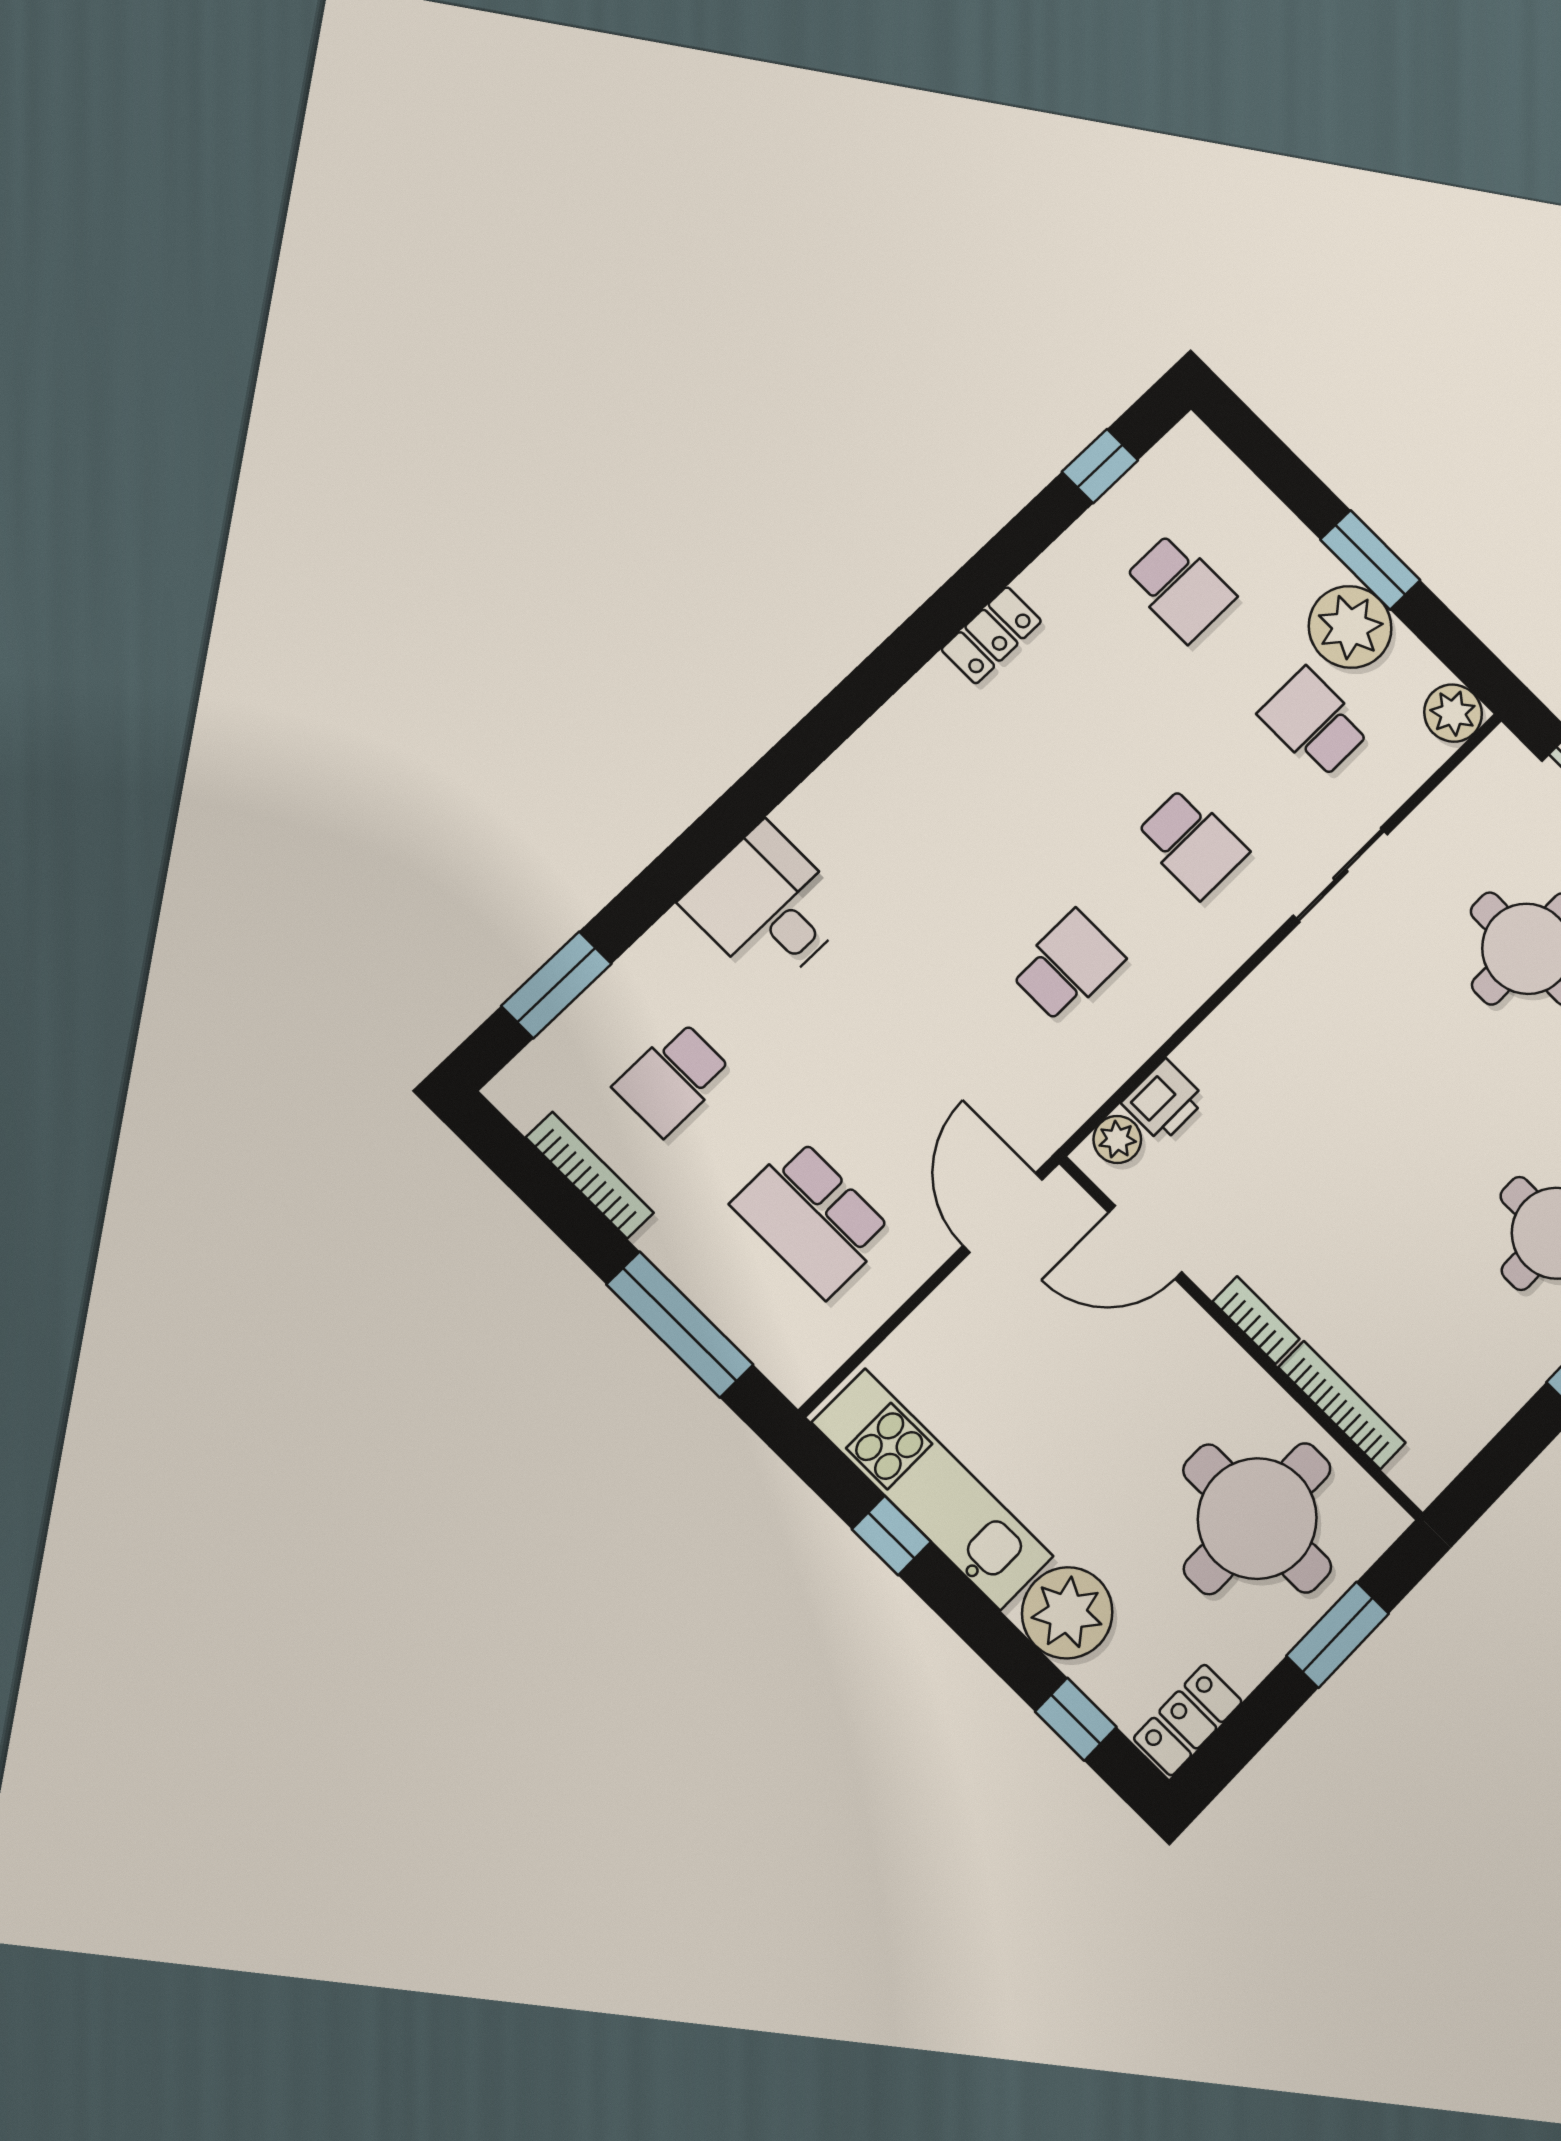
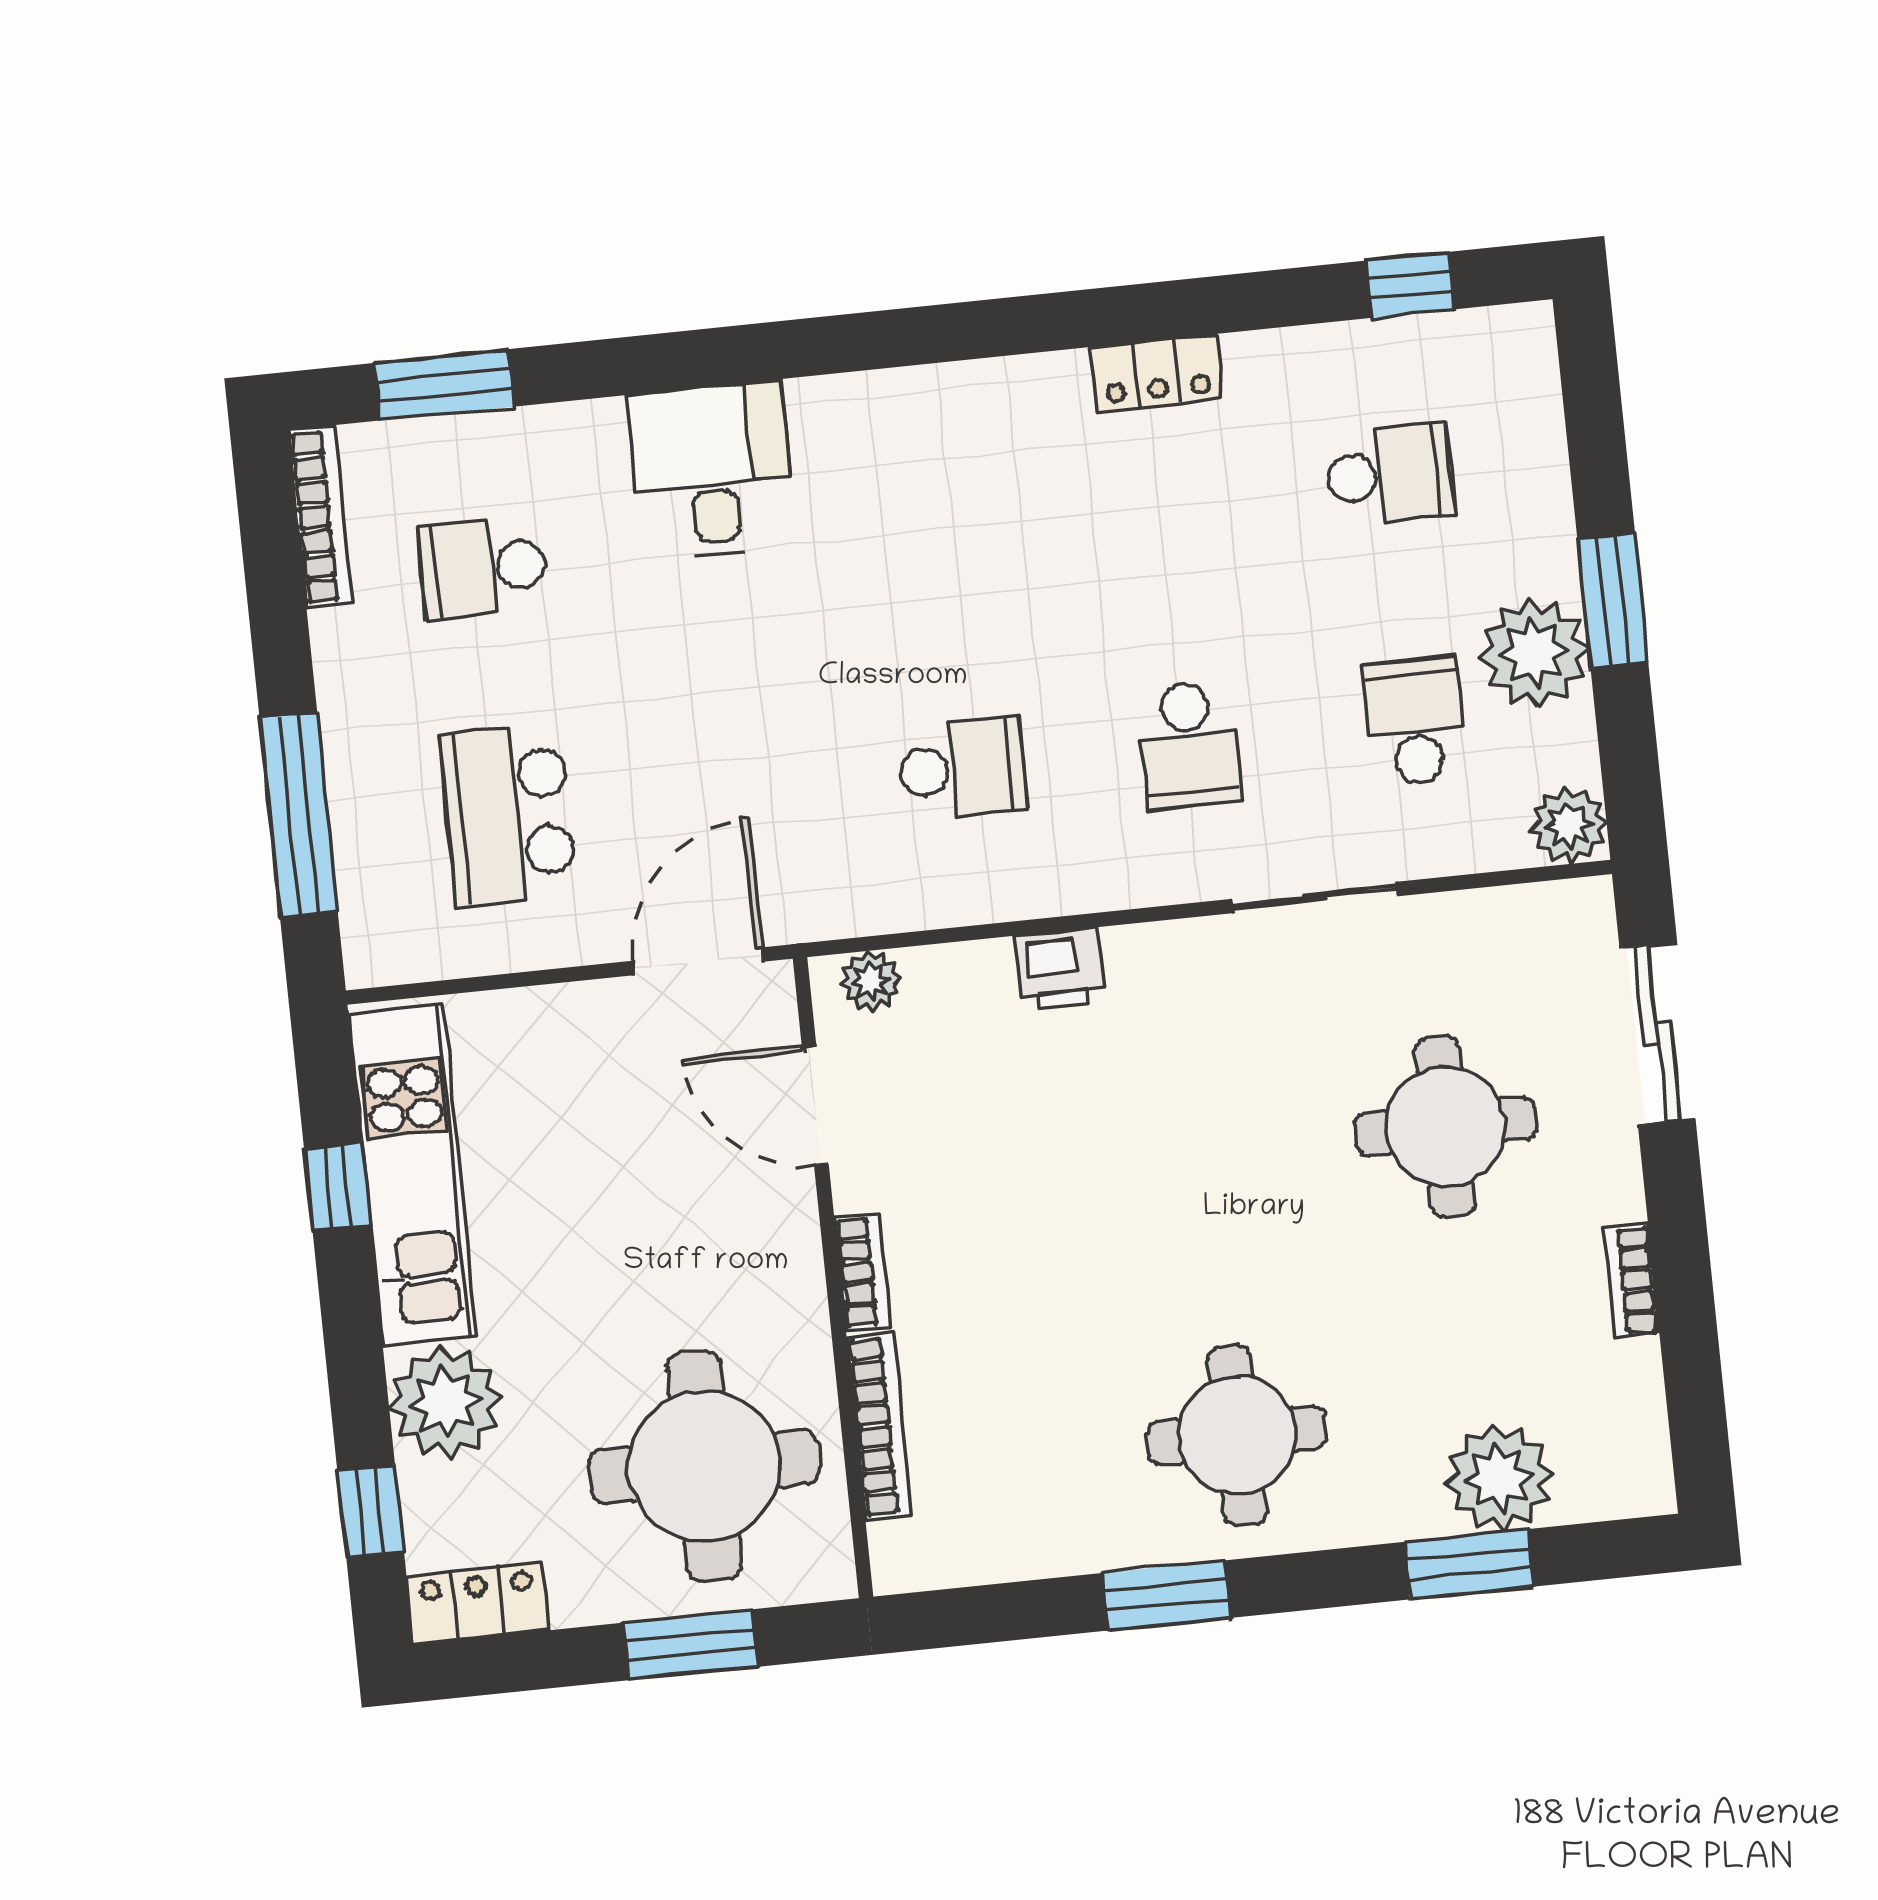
school desk: (1180, 588) -> (1390, 474), turned -90
printer: (1164, 1101) -> (1060, 969), moved
bookcase: (590, 1175) -> (320, 517), moved

